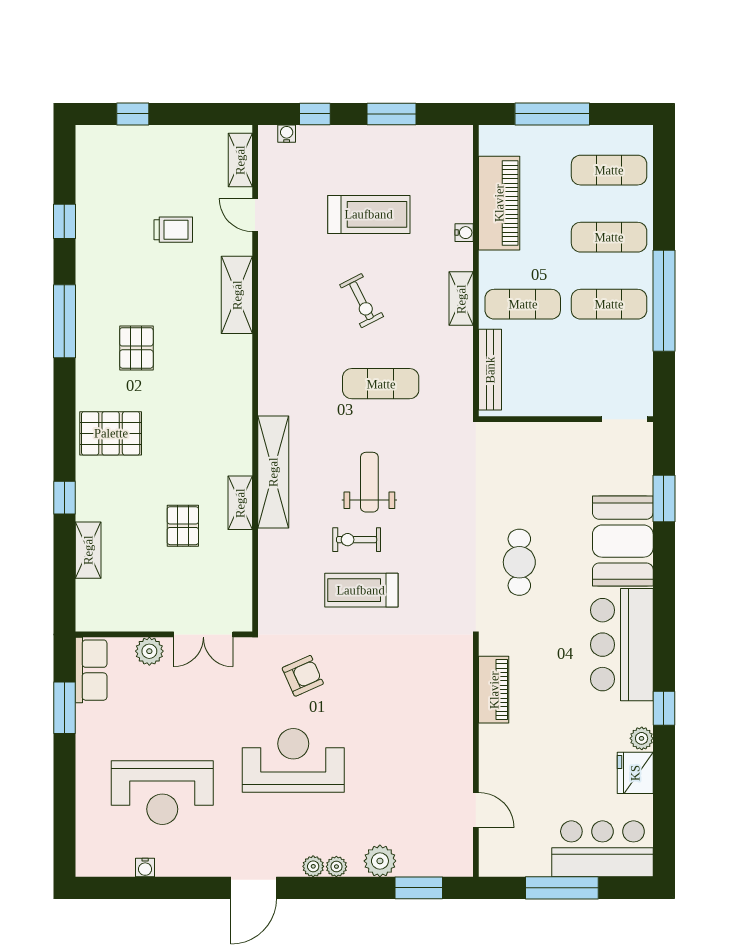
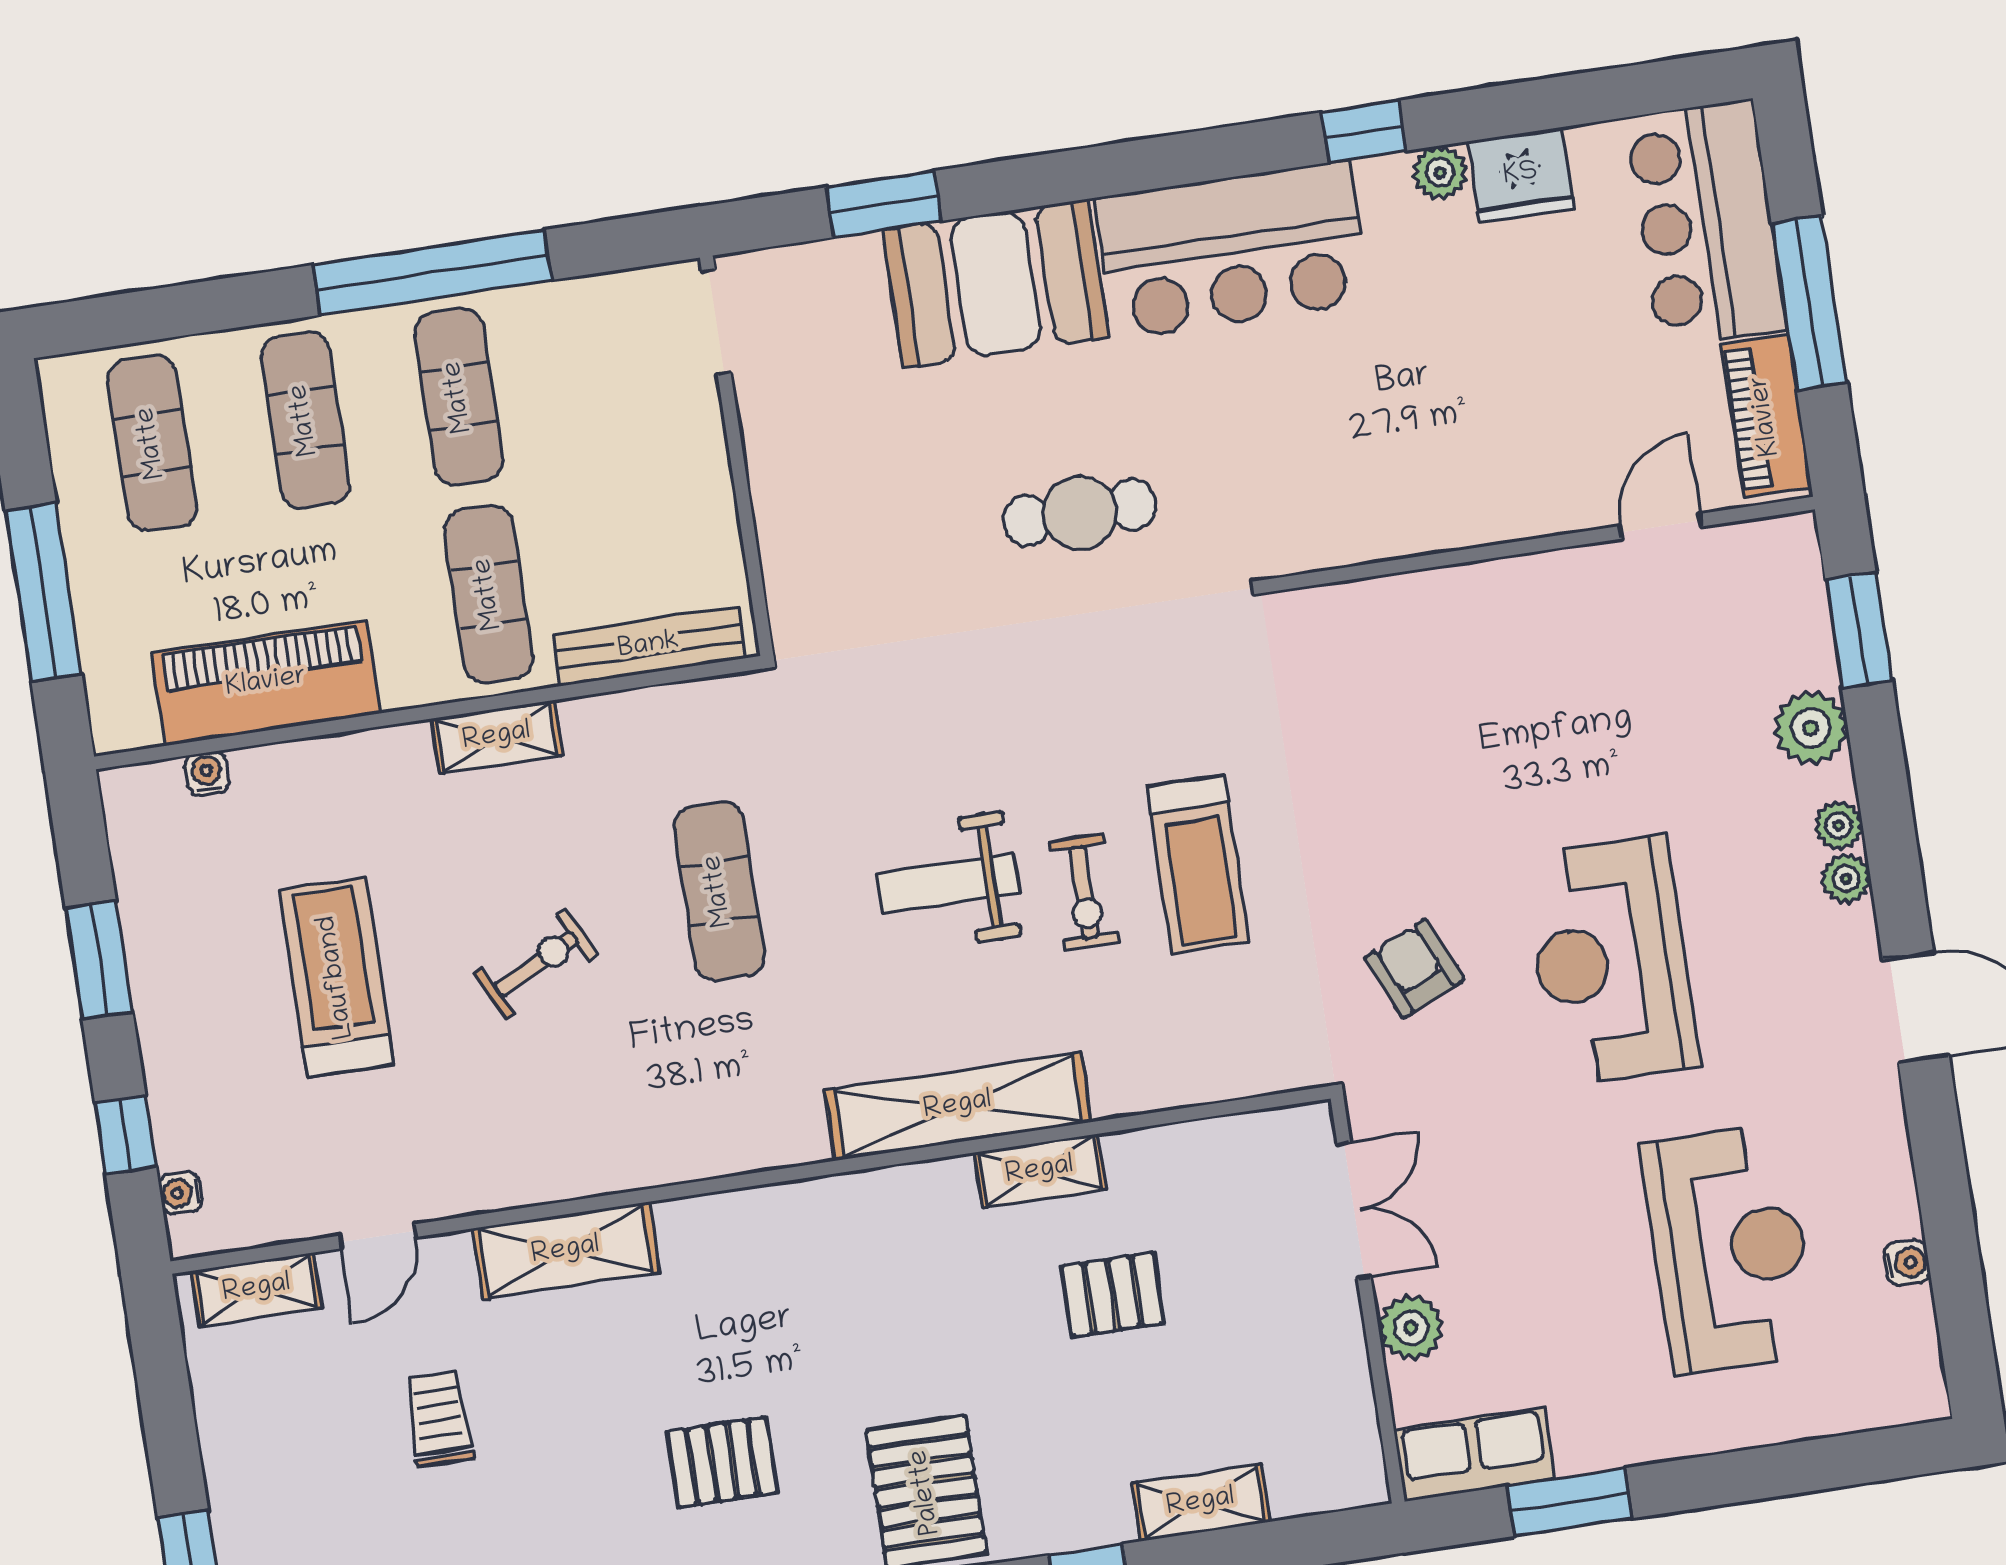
water cooler: (464, 233) -> (207, 774), moved
piano: (494, 690) -> (1766, 416), moved, turned -90

